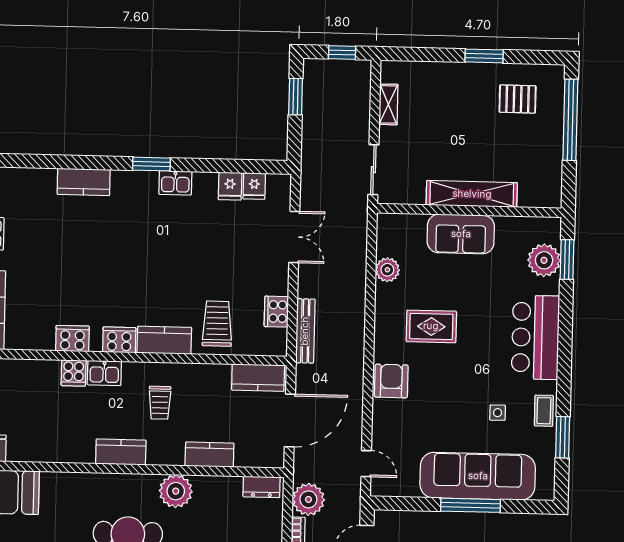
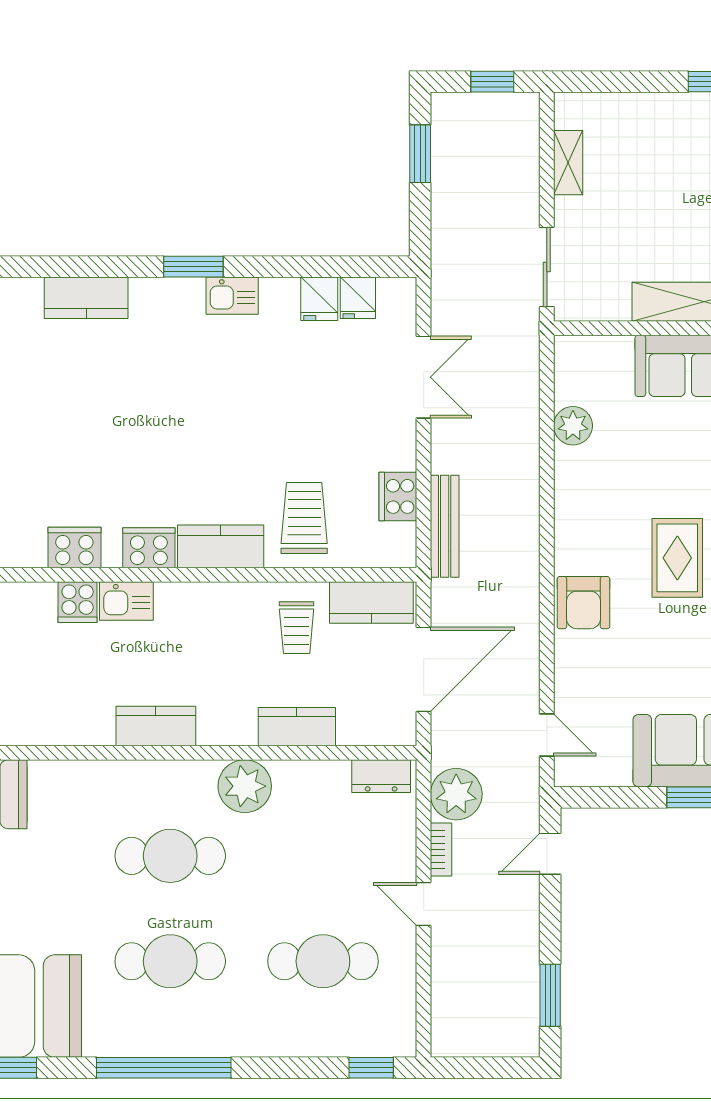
rug: (431, 326) -> (677, 558), moved, turned 90
armchair: (391, 381) -> (583, 603), turned 180
trolley: (160, 403) -> (297, 628), moved

